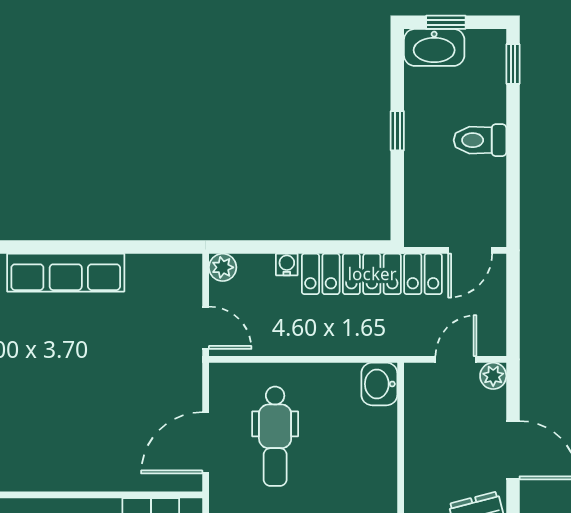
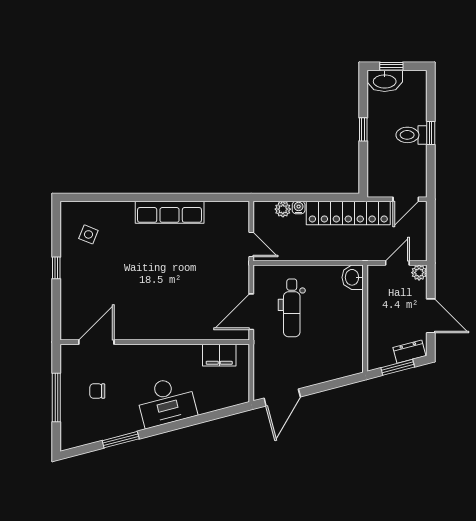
window: (513, 64) -> (431, 133), moved
plant: (223, 267) -> (283, 209), moved

